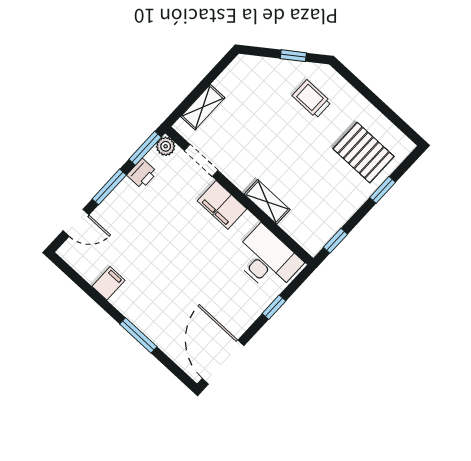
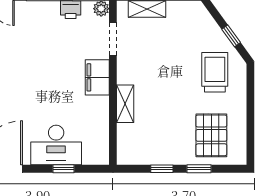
trolley: (312, 99) -> (215, 72), width x1.36, depth x1.39
window: (335, 241) -> (162, 169), moved
desk: (267, 260) -> (56, 145), moved, turned 90

